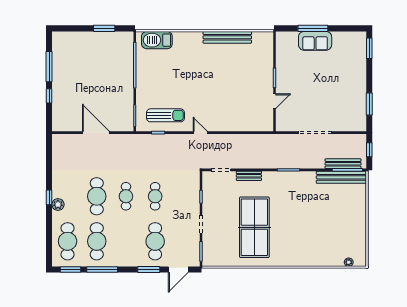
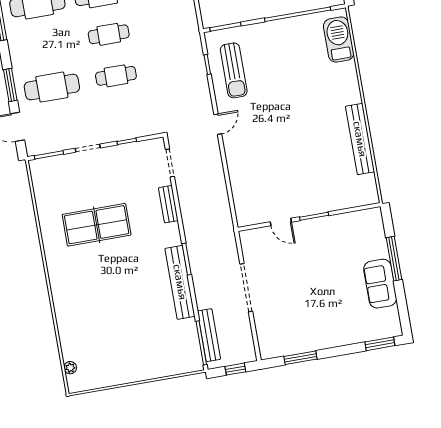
sofa: (315, 41) -> (380, 284), moved
bench: (341, 177) -> (180, 282), moved
table tennis table: (254, 227) -> (97, 225), width x0.73, depth x0.76

